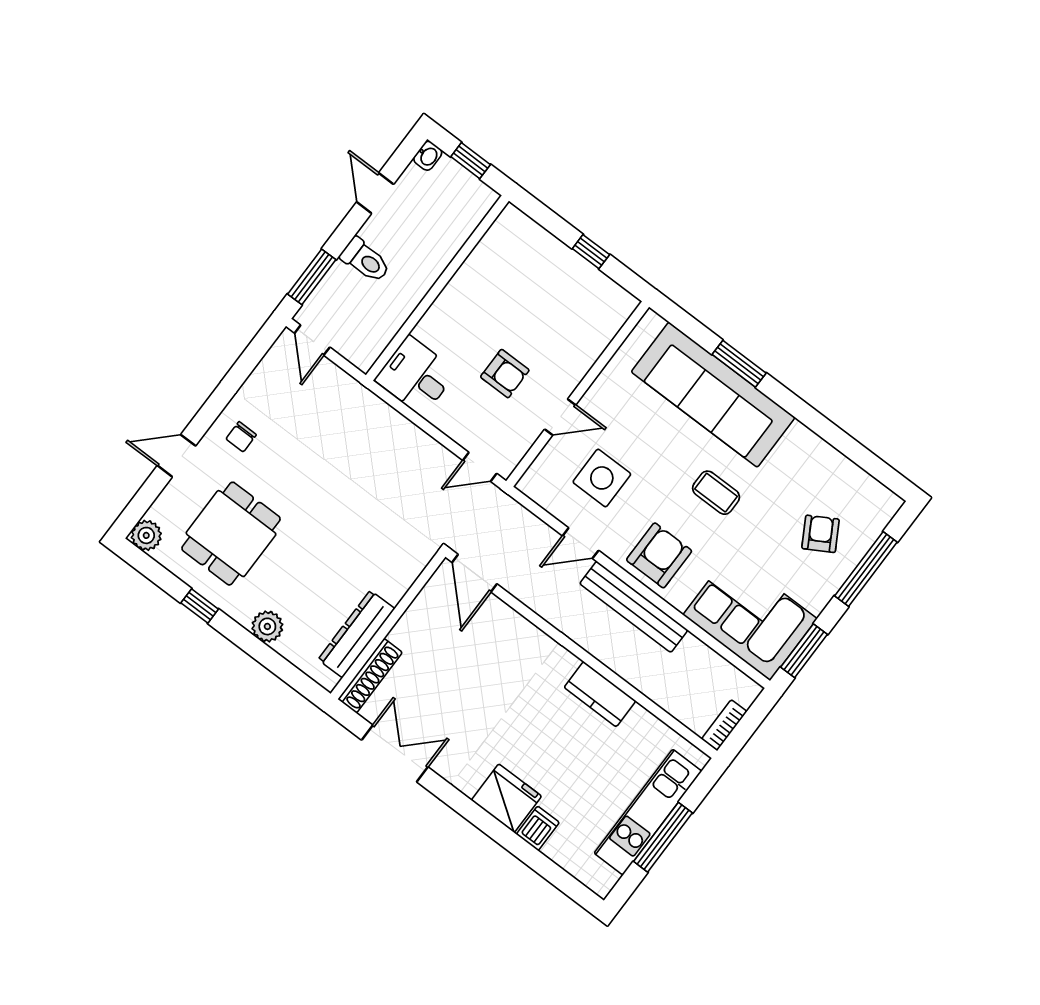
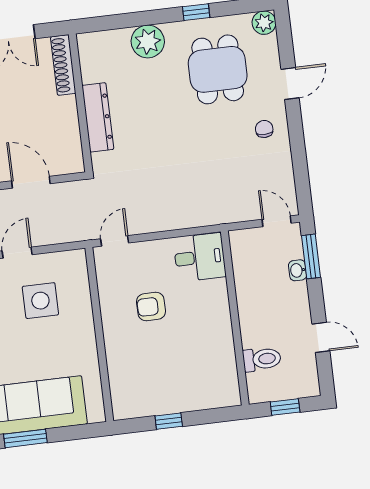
washbasin: (428, 156) -> (298, 270), moved
toilet: (365, 260) -> (262, 359), moved, turned 180
door: (560, 417) -> (97, 312), removed
door: (474, 573) -> (31, 182), moved
plant: (267, 626) -> (148, 41), width x1.36, depth x1.36
dresser: (356, 634) -> (98, 117), moved

